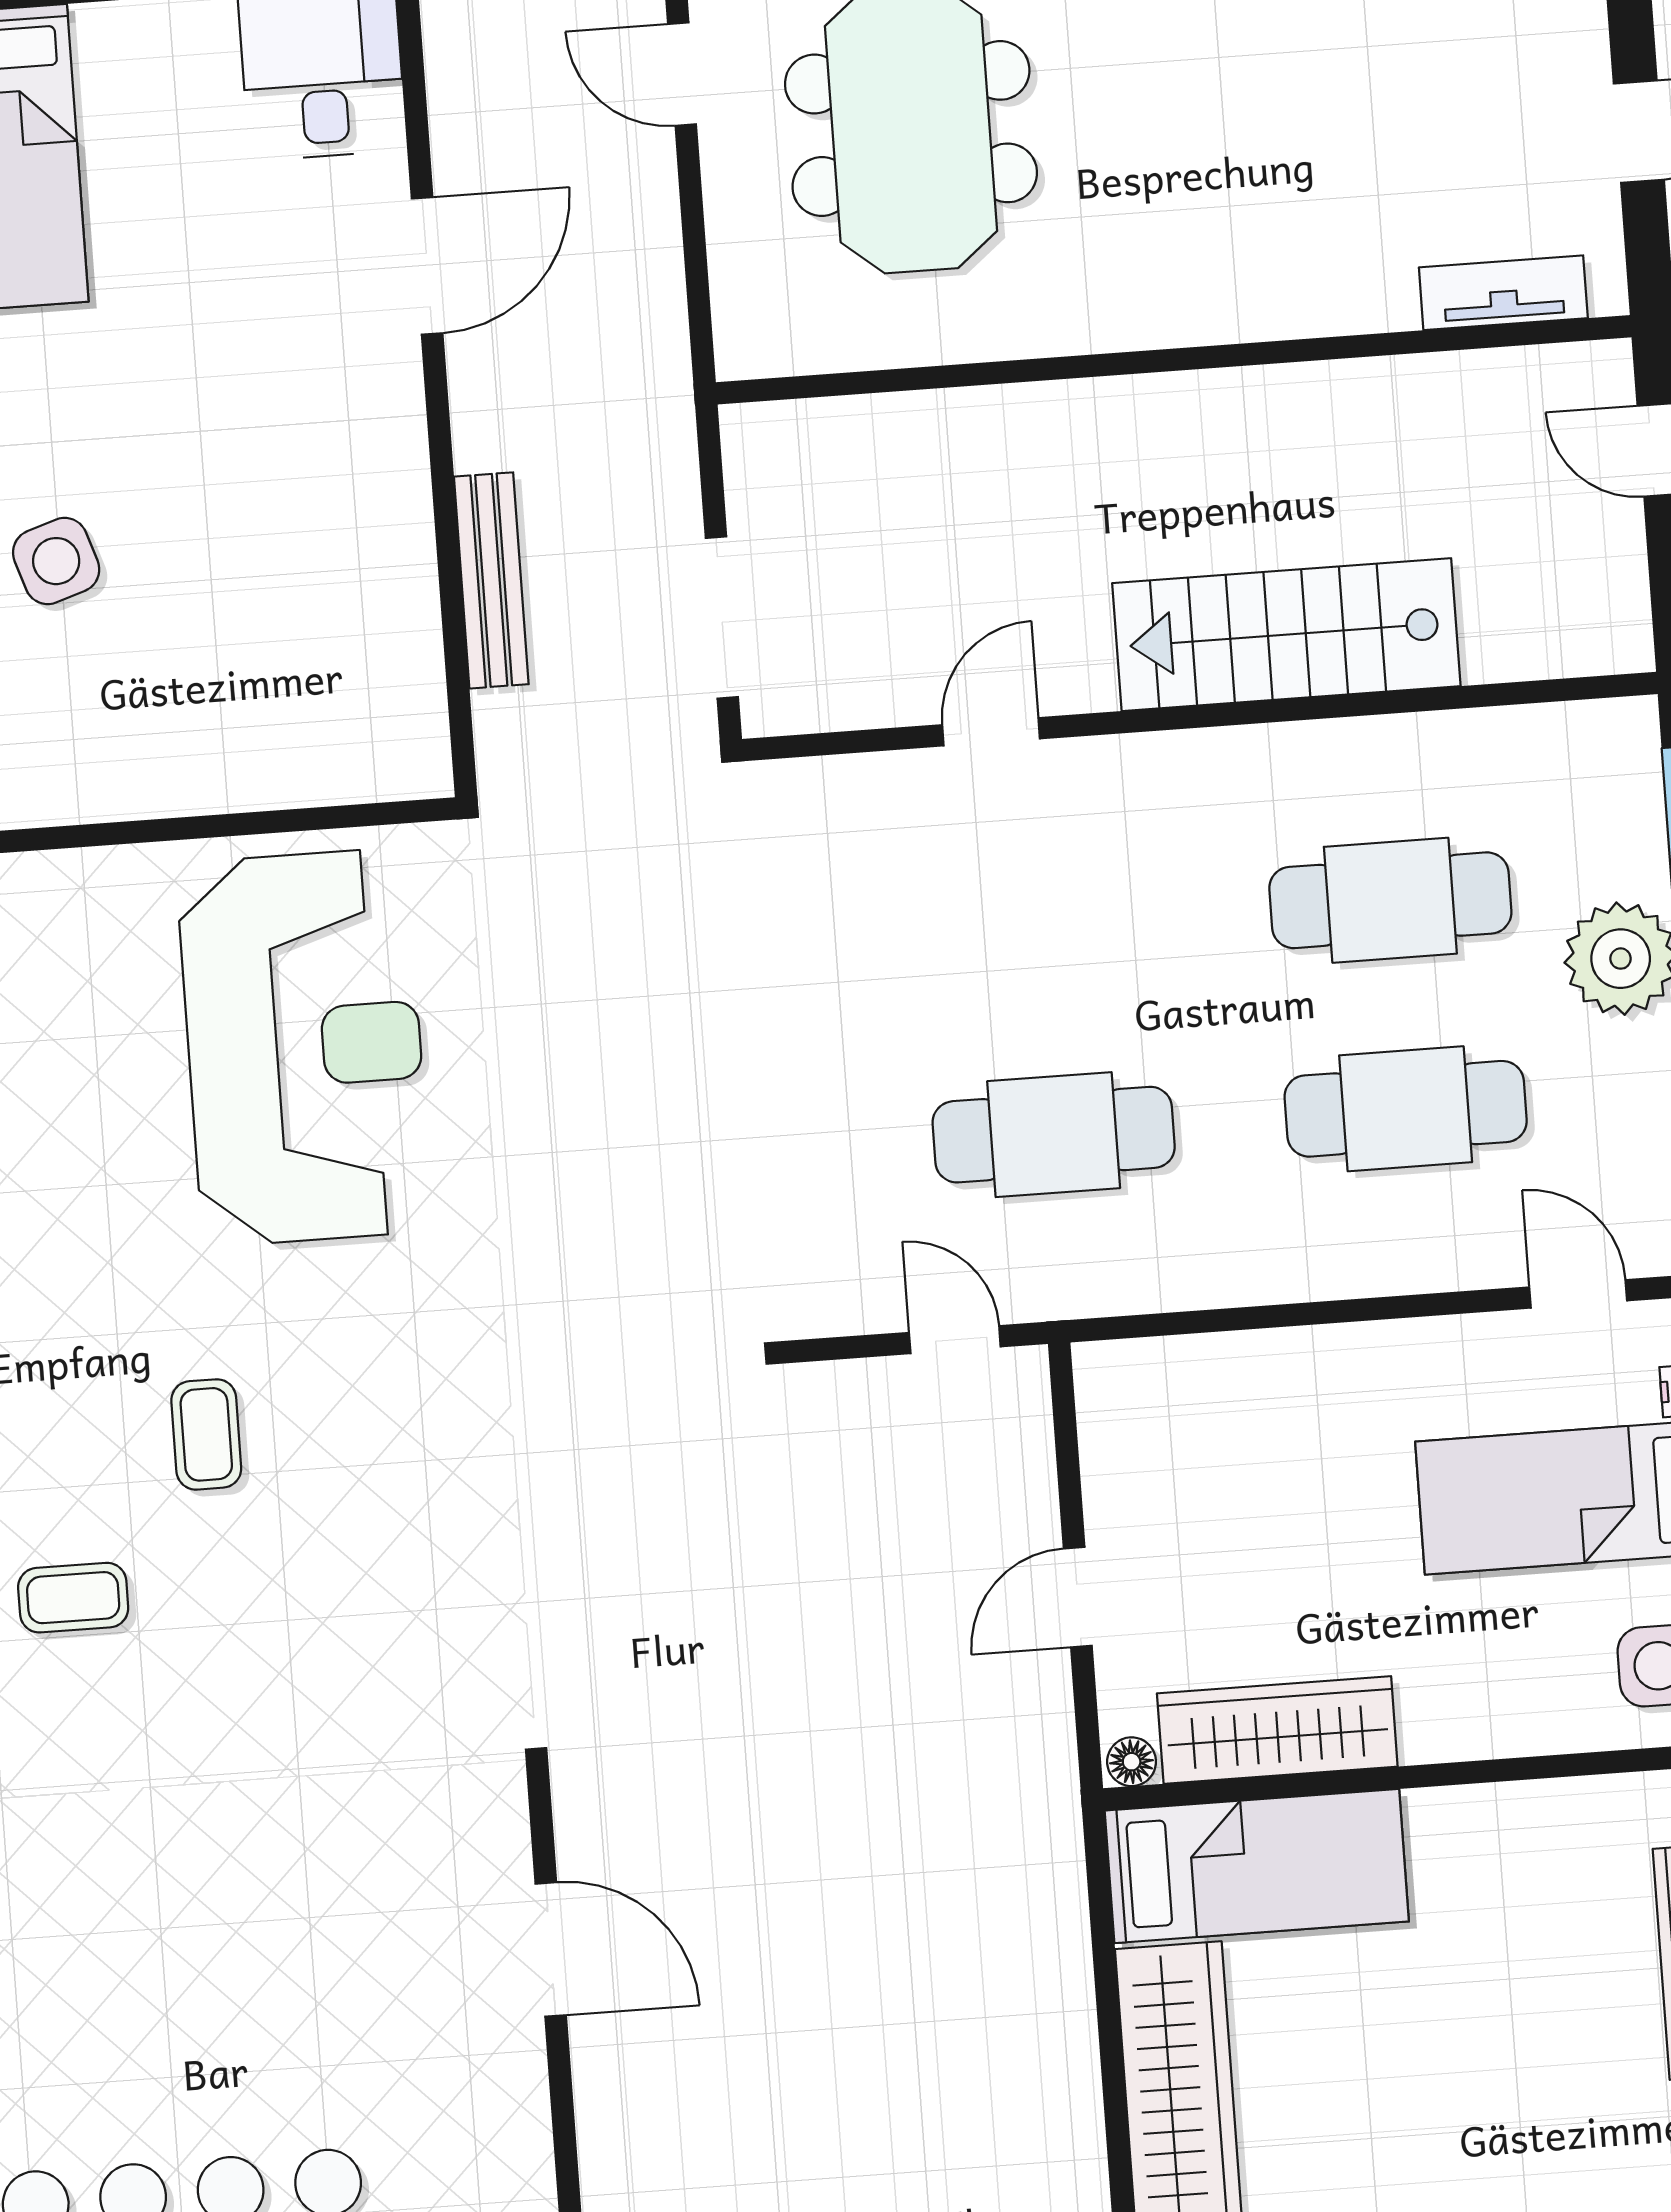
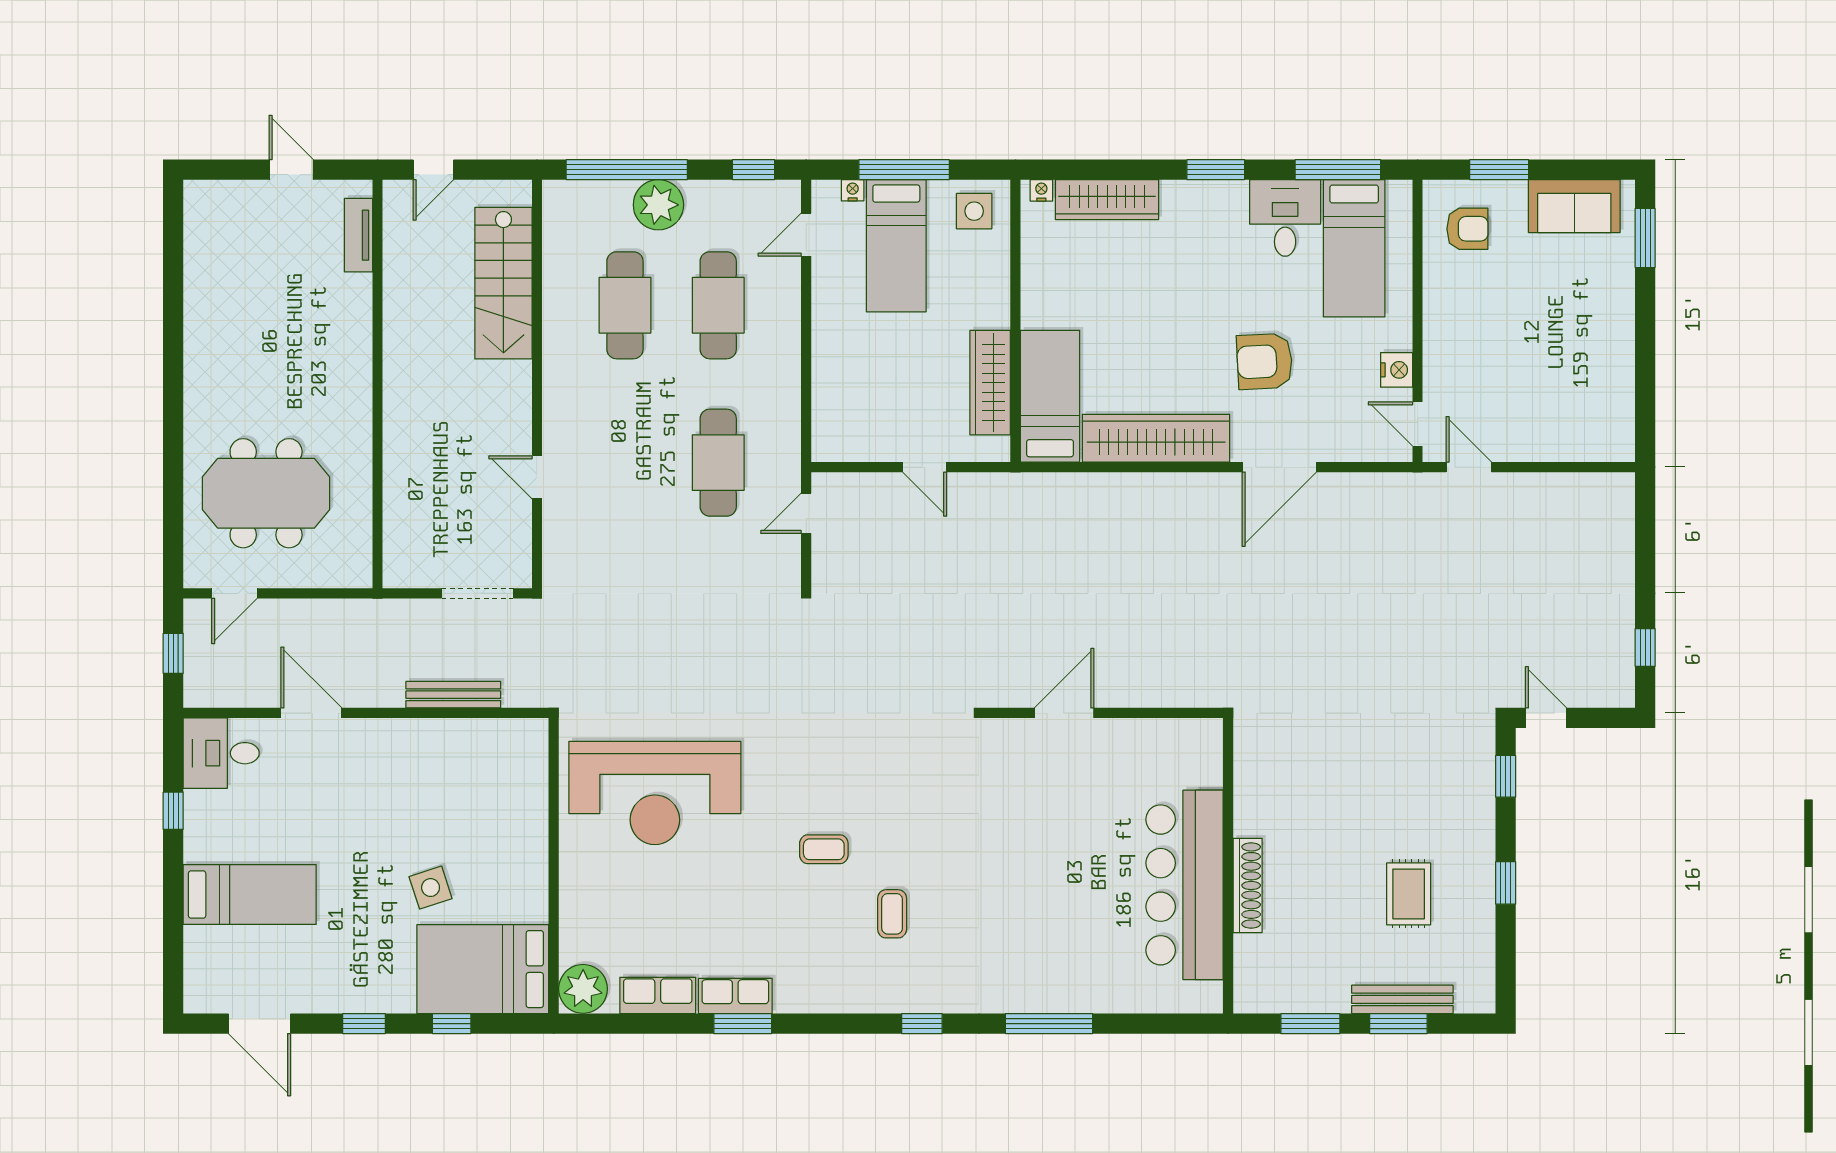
stairs: (1286, 635) -> (503, 283), moved
reception desk: (305, 1047) -> (655, 793), turned 180
floor lamp: (1132, 1762) -> (1000, 449), removed

